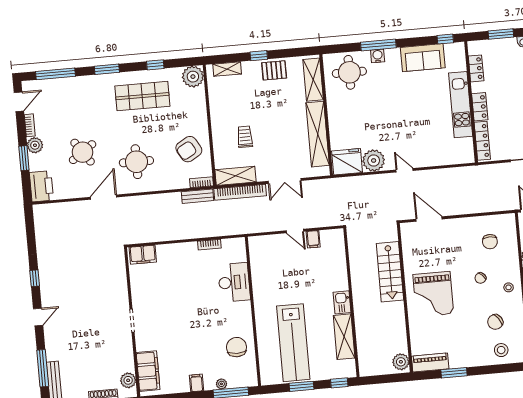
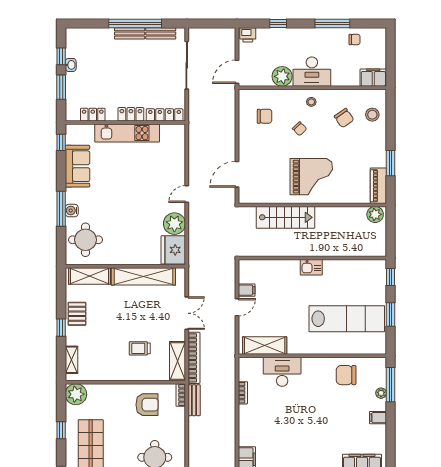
armchair: (189, 149) -> (147, 405), turned -60
shelving: (344, 337) -> (265, 345), moved

